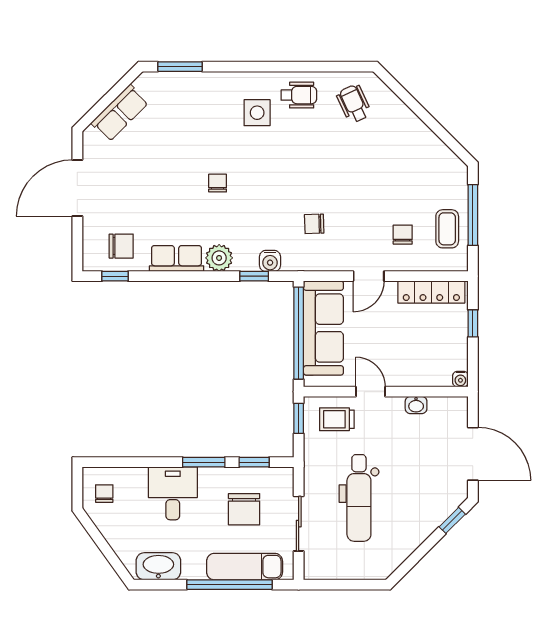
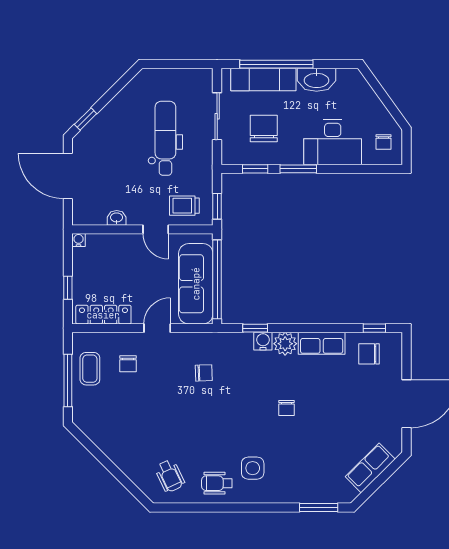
water cooler: (270, 261) -> (263, 341), moved
trolley: (337, 419) -> (184, 206), turned 180
desk: (173, 493) -> (333, 142), width x1.37
washbasin: (158, 566) -> (317, 80), moved

